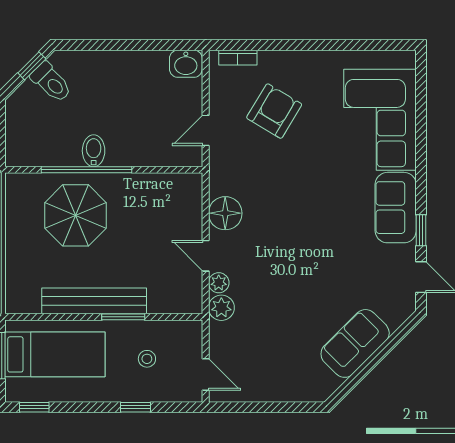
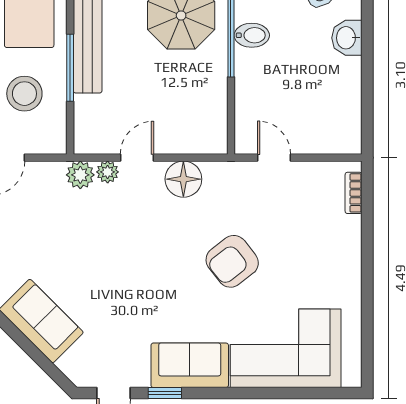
washbasin: (186, 64) -> (347, 38), moved
armchair: (274, 111) -> (232, 261), moved, turned 111
window: (123, 317) -> (70, 68), width x1.44
stool: (147, 359) -> (24, 94), width x1.89, depth x1.89

